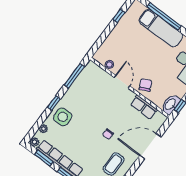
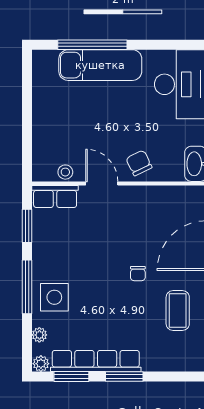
window: (119, 16) -> (27, 92), removed
window: (74, 76) -> (27, 226), width x0.69
window: (54, 103) -> (27, 287), width x2.17
row of seats: (144, 107) -> (55, 197), moved

